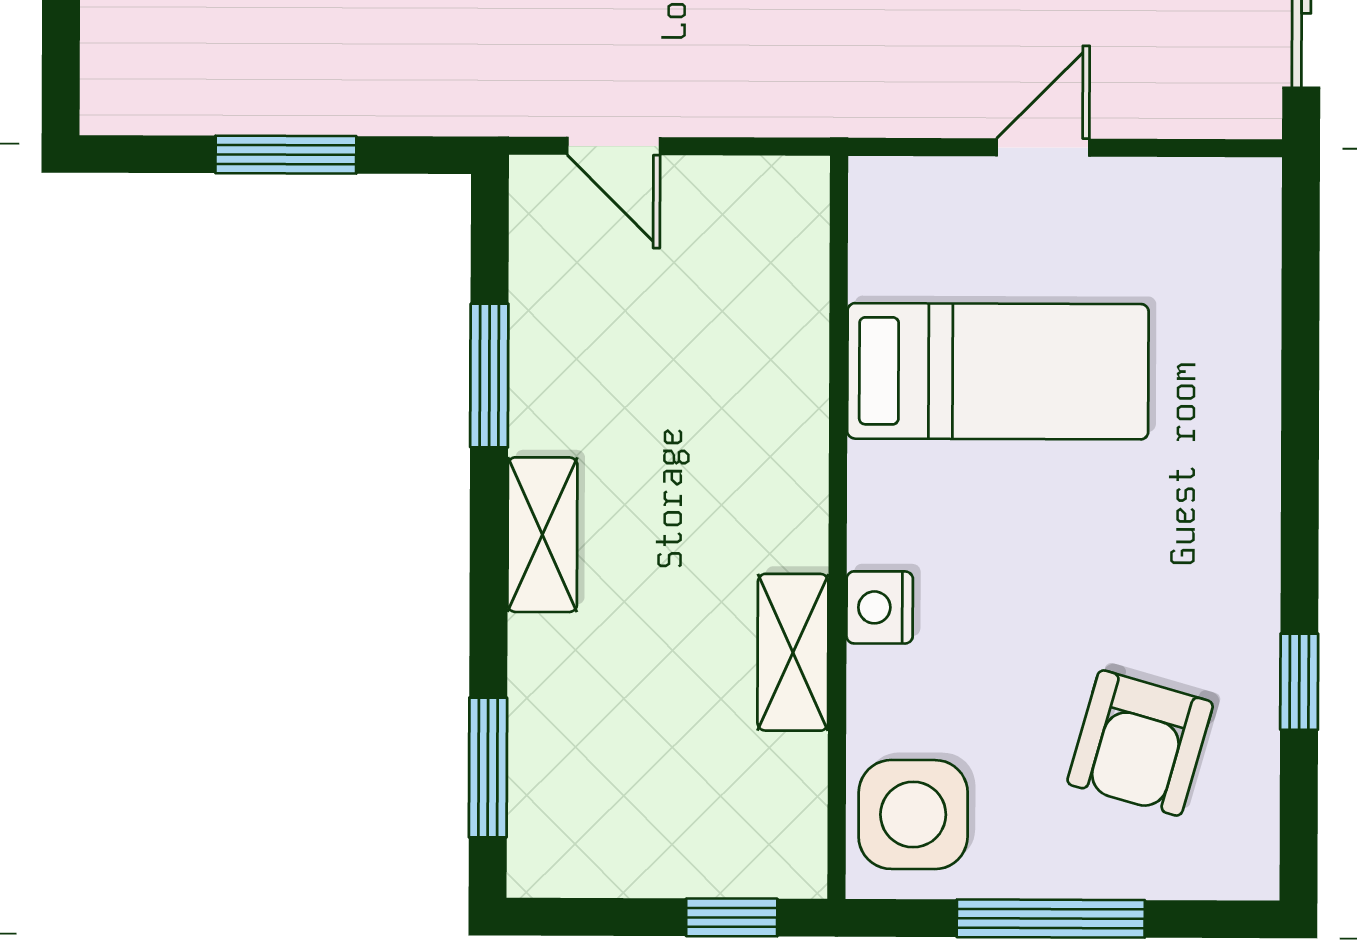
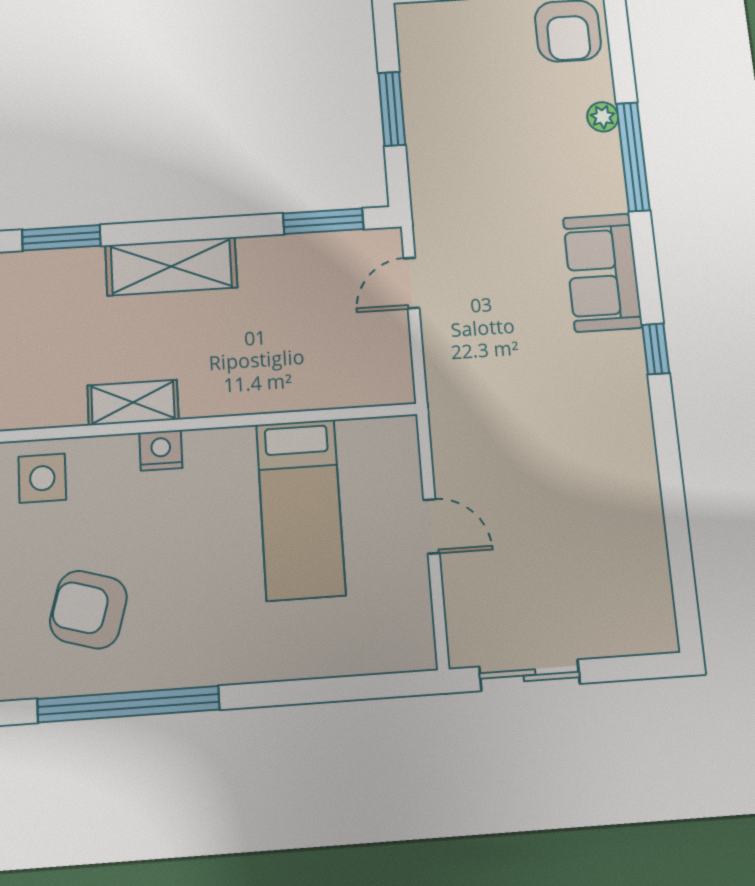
window: (489, 376) -> (323, 221), moved
shelving: (542, 535) -> (171, 266), width x1.50, depth x1.33
window: (1299, 682) -> (128, 704), width x3.17
side table: (913, 815) -> (42, 478), width x0.73, depth x0.73

